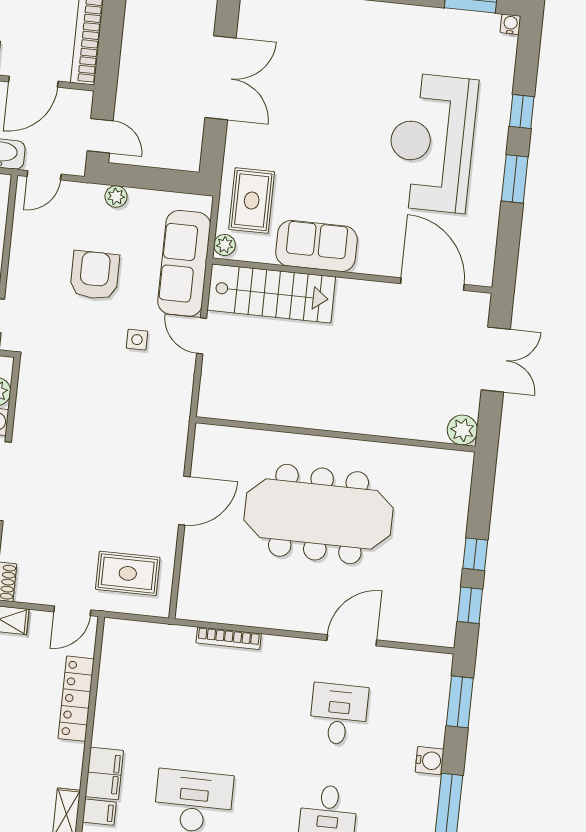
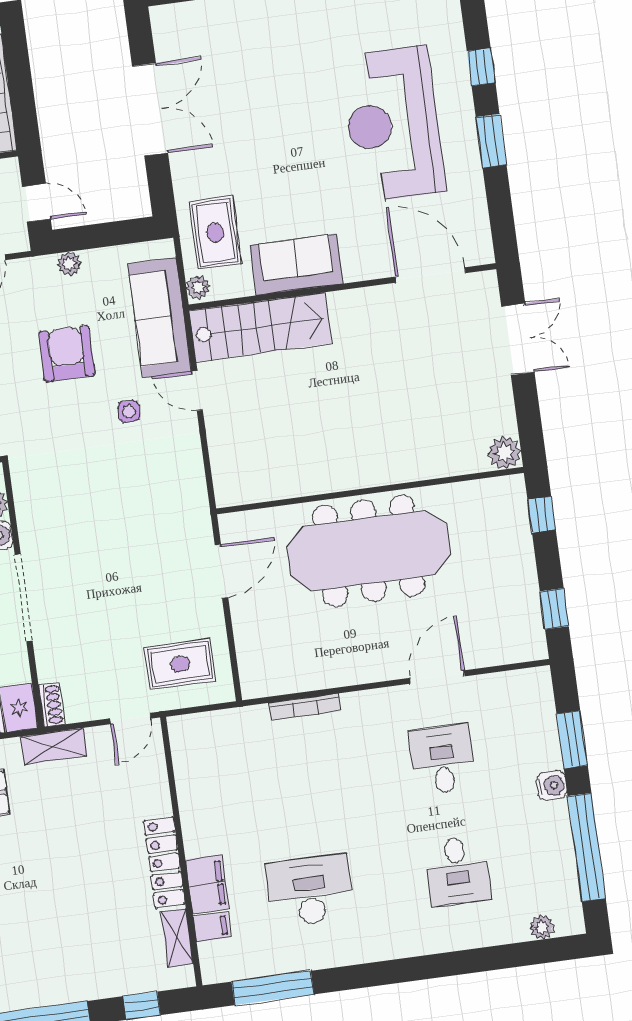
plant: (462, 430) -> (505, 453), moved
wall: (335, 434) -> (370, 491), moved
window: (475, 554) -> (542, 515), moved
locker: (76, 699) -> (164, 863), moved
window: (460, 702) -> (572, 740), moved

